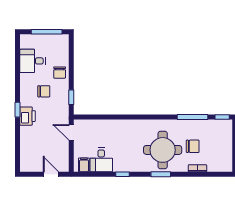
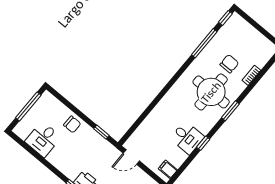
chair: (44, 91) -> (77, 151), removed
desk: (101, 160) -> (187, 138), moved

